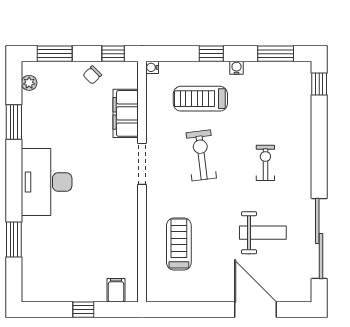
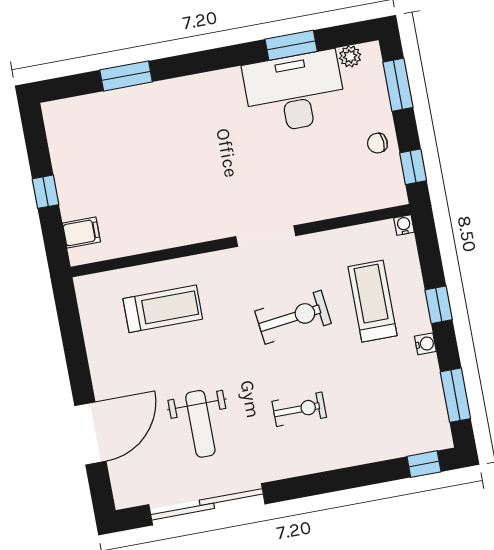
chair: (92, 75) -> (377, 143), turned -49
filing cabinet: (126, 113) -> (332, 200), removed
desk: (47, 182) -> (295, 92), moved

